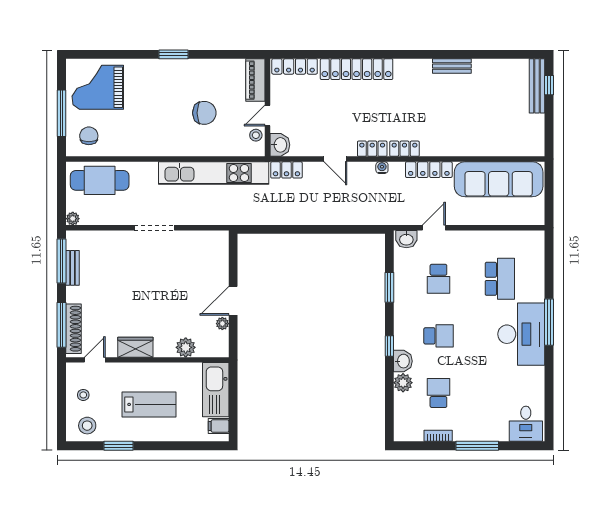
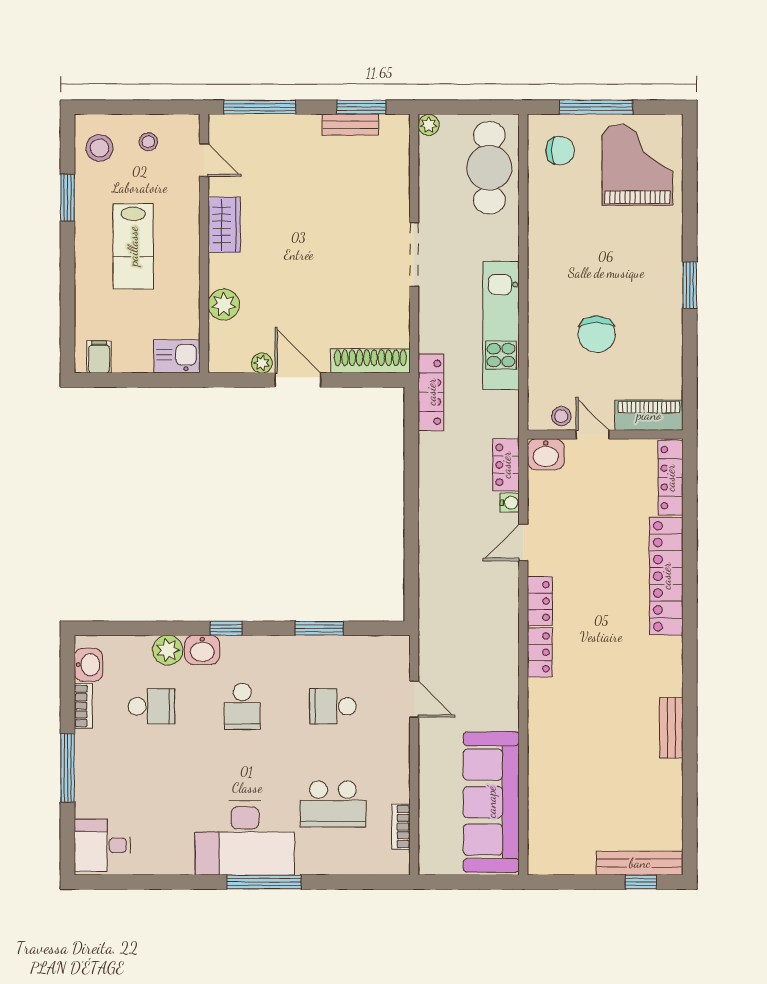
water cooler: (382, 168) -> (510, 503), moved
locker: (429, 170) -> (431, 392), moved, turned 180
kitchen unit: (214, 173) -> (501, 326), width x0.73
bookcase: (514, 236) -> (401, 827), added
washbasin: (406, 239) -> (88, 665), moved, turned 180
window: (61, 261) -> (361, 107), width x0.69
shoe rack: (73, 329) -> (370, 361), moved, turned 180
kitchen sink: (216, 390) -> (177, 356), width x0.53, depth x0.81

